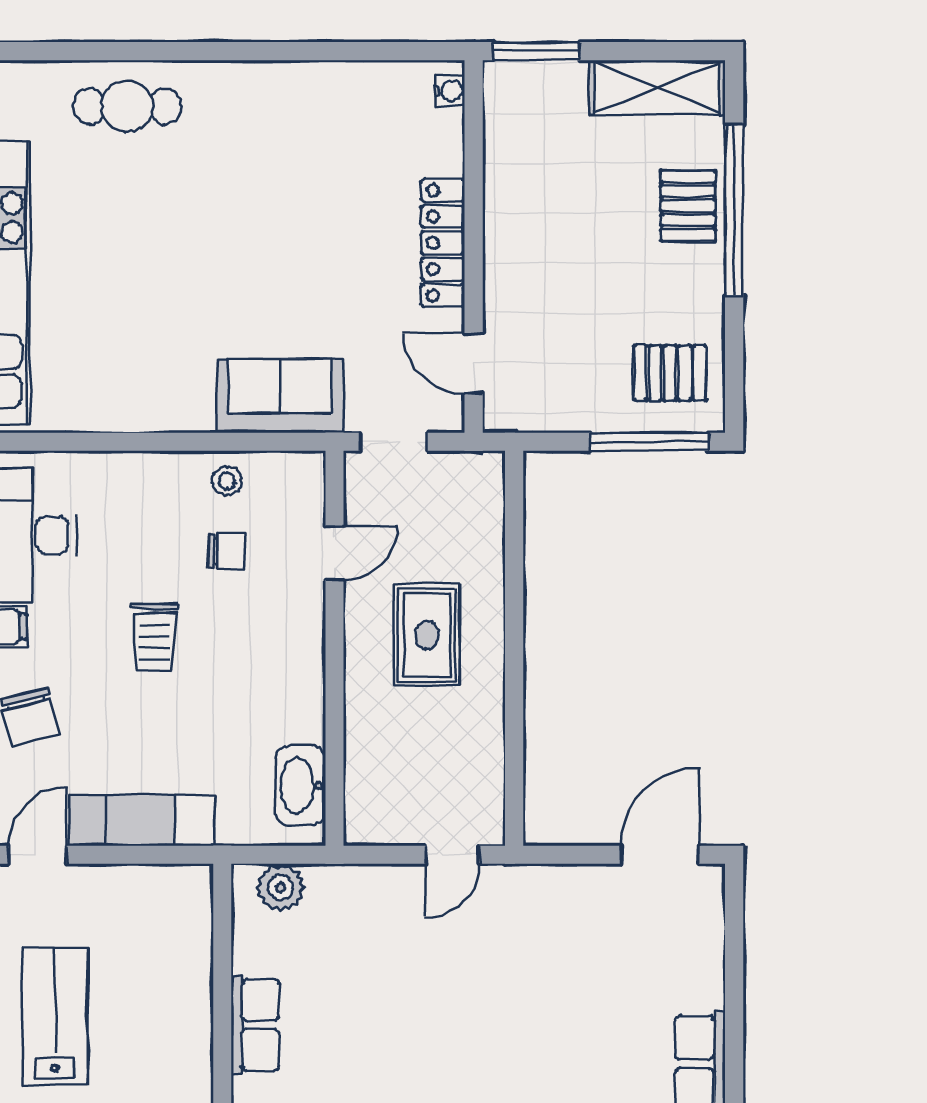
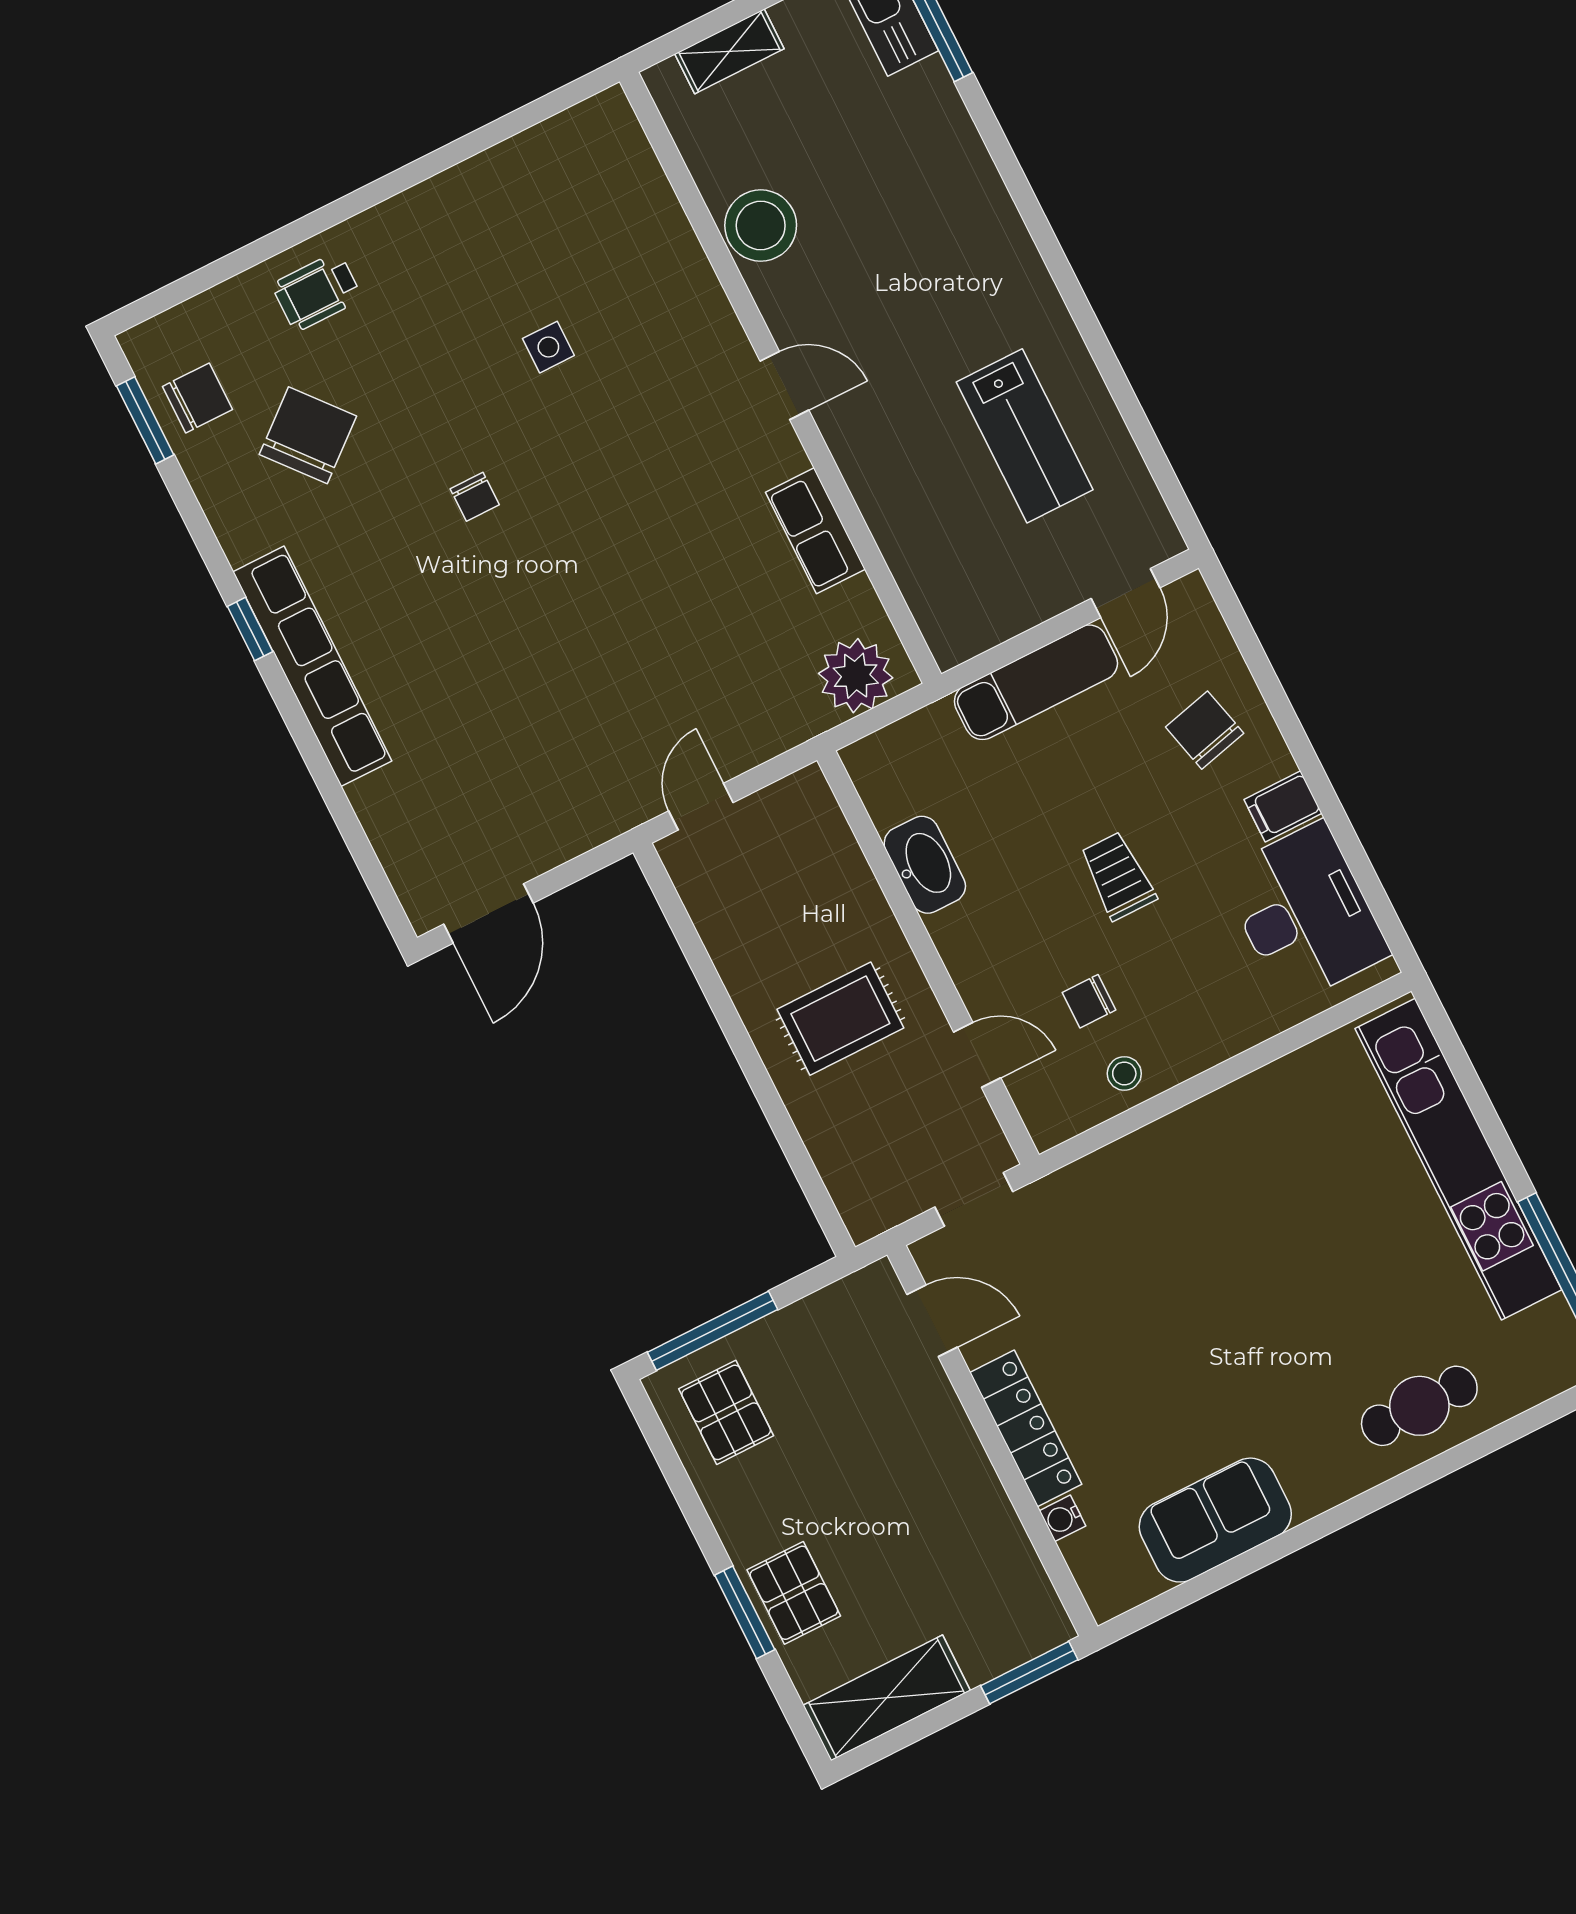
water cooler: (450, 91) -> (1062, 1518), moved
window: (734, 210) -> (745, 1612), width x0.47
pallet: (670, 373) -> (726, 1412), turned 90
sofa: (280, 396) -> (1215, 1520), moved, turned 180
door: (334, 553) -> (977, 1055), swing flipped
rug: (427, 635) -> (840, 1019), turned 90
washbasin: (301, 786) -> (925, 865), moved
plant: (280, 888) -> (856, 676), width x1.36, depth x1.36

